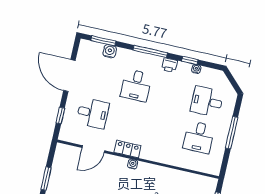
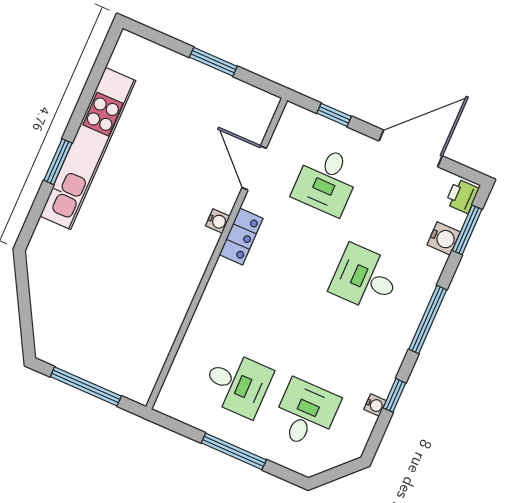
printer: (169, 65) -> (462, 196), moved
desk: (199, 137) -> (237, 384), turned 180
water cooler: (133, 164) -> (218, 221), moved

